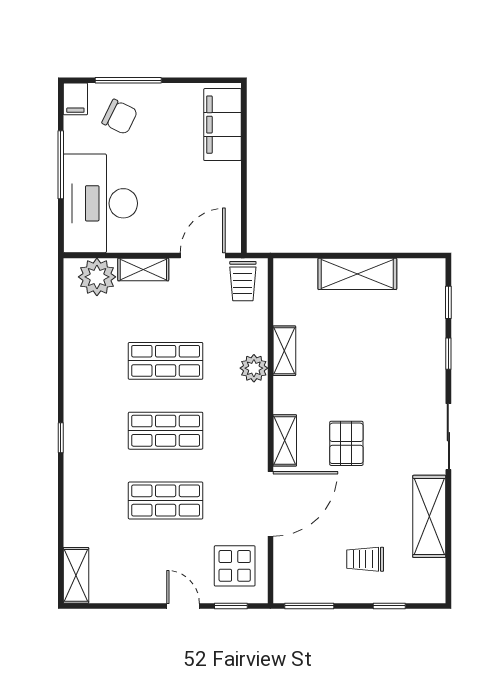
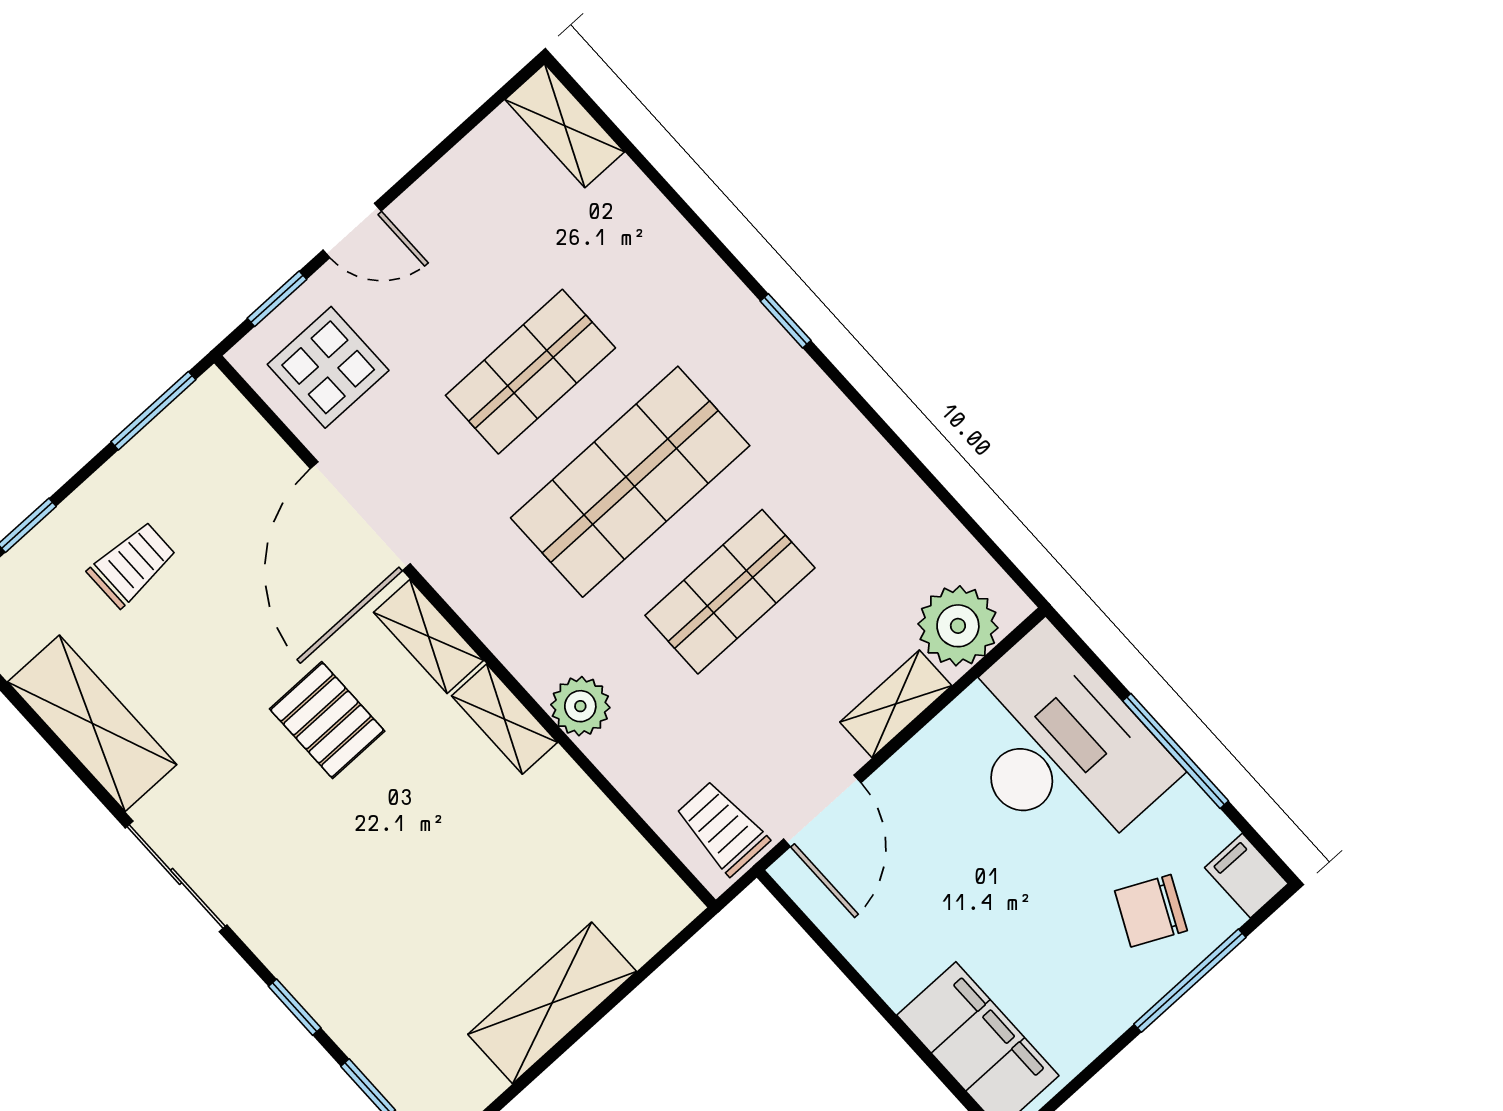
shelving: (284, 351) -> (505, 719), moved
shop shelf: (166, 431) -> (630, 482), width x1.43, depth x1.36

